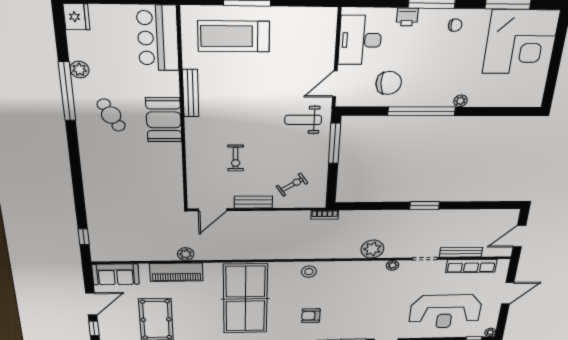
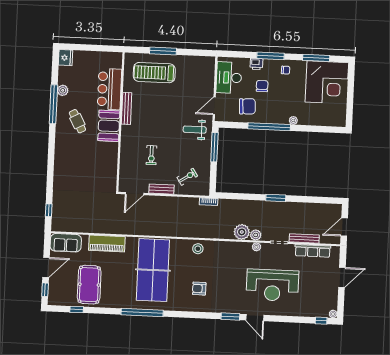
bar counter: (158, 38) -> (109, 89), moved
chair: (414, 51) -> (262, 86), added
plant: (186, 254) -> (256, 235), moved
reception desk: (445, 311) -> (272, 285), moved

